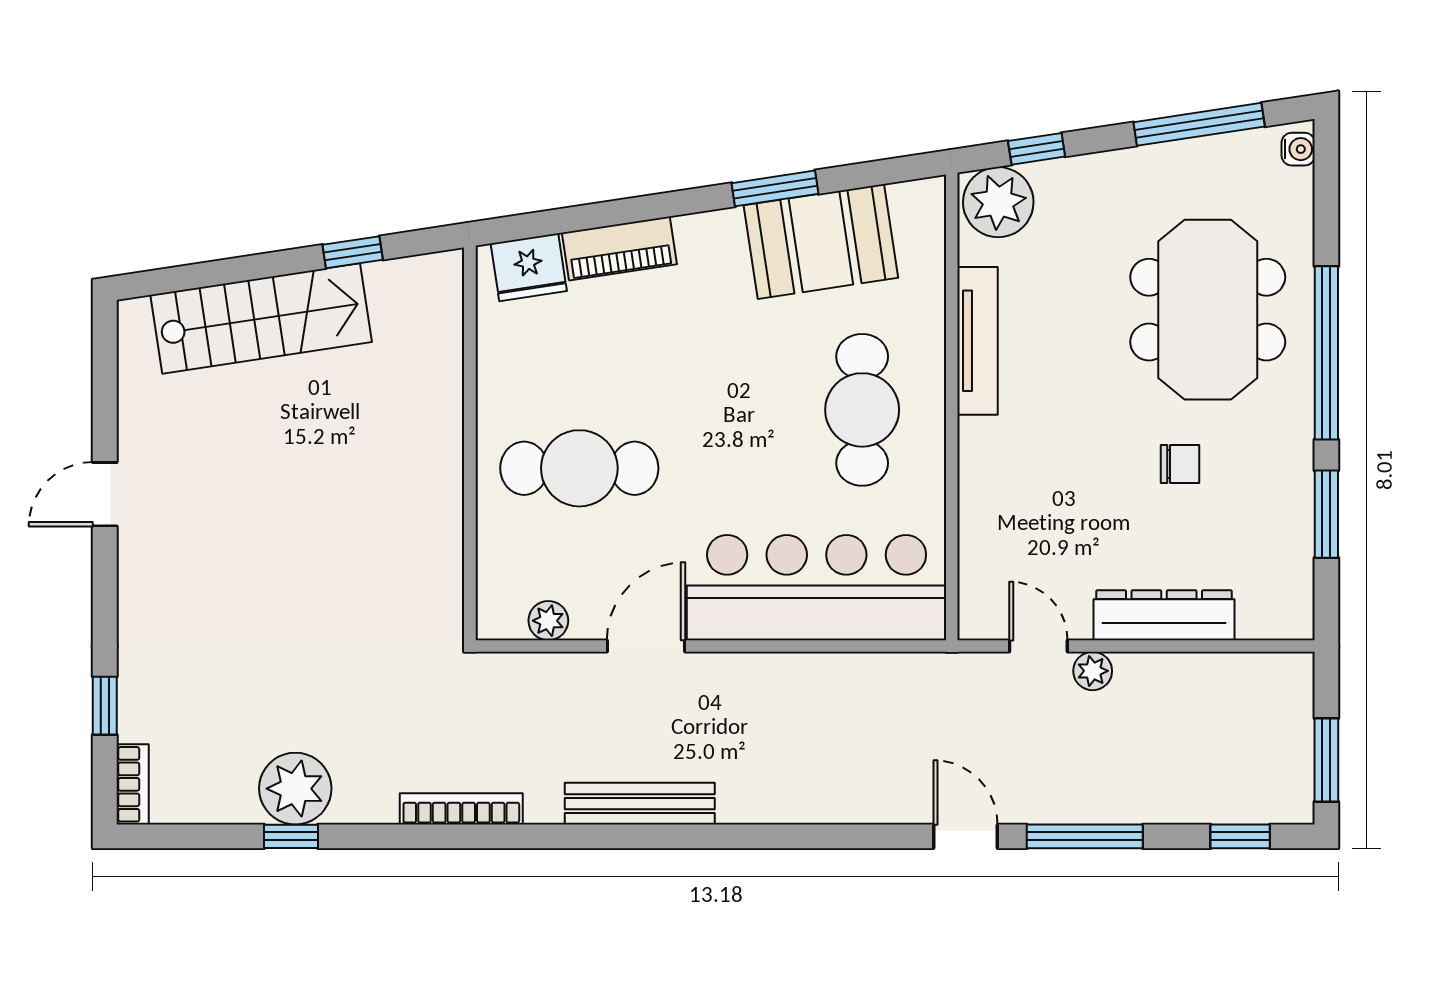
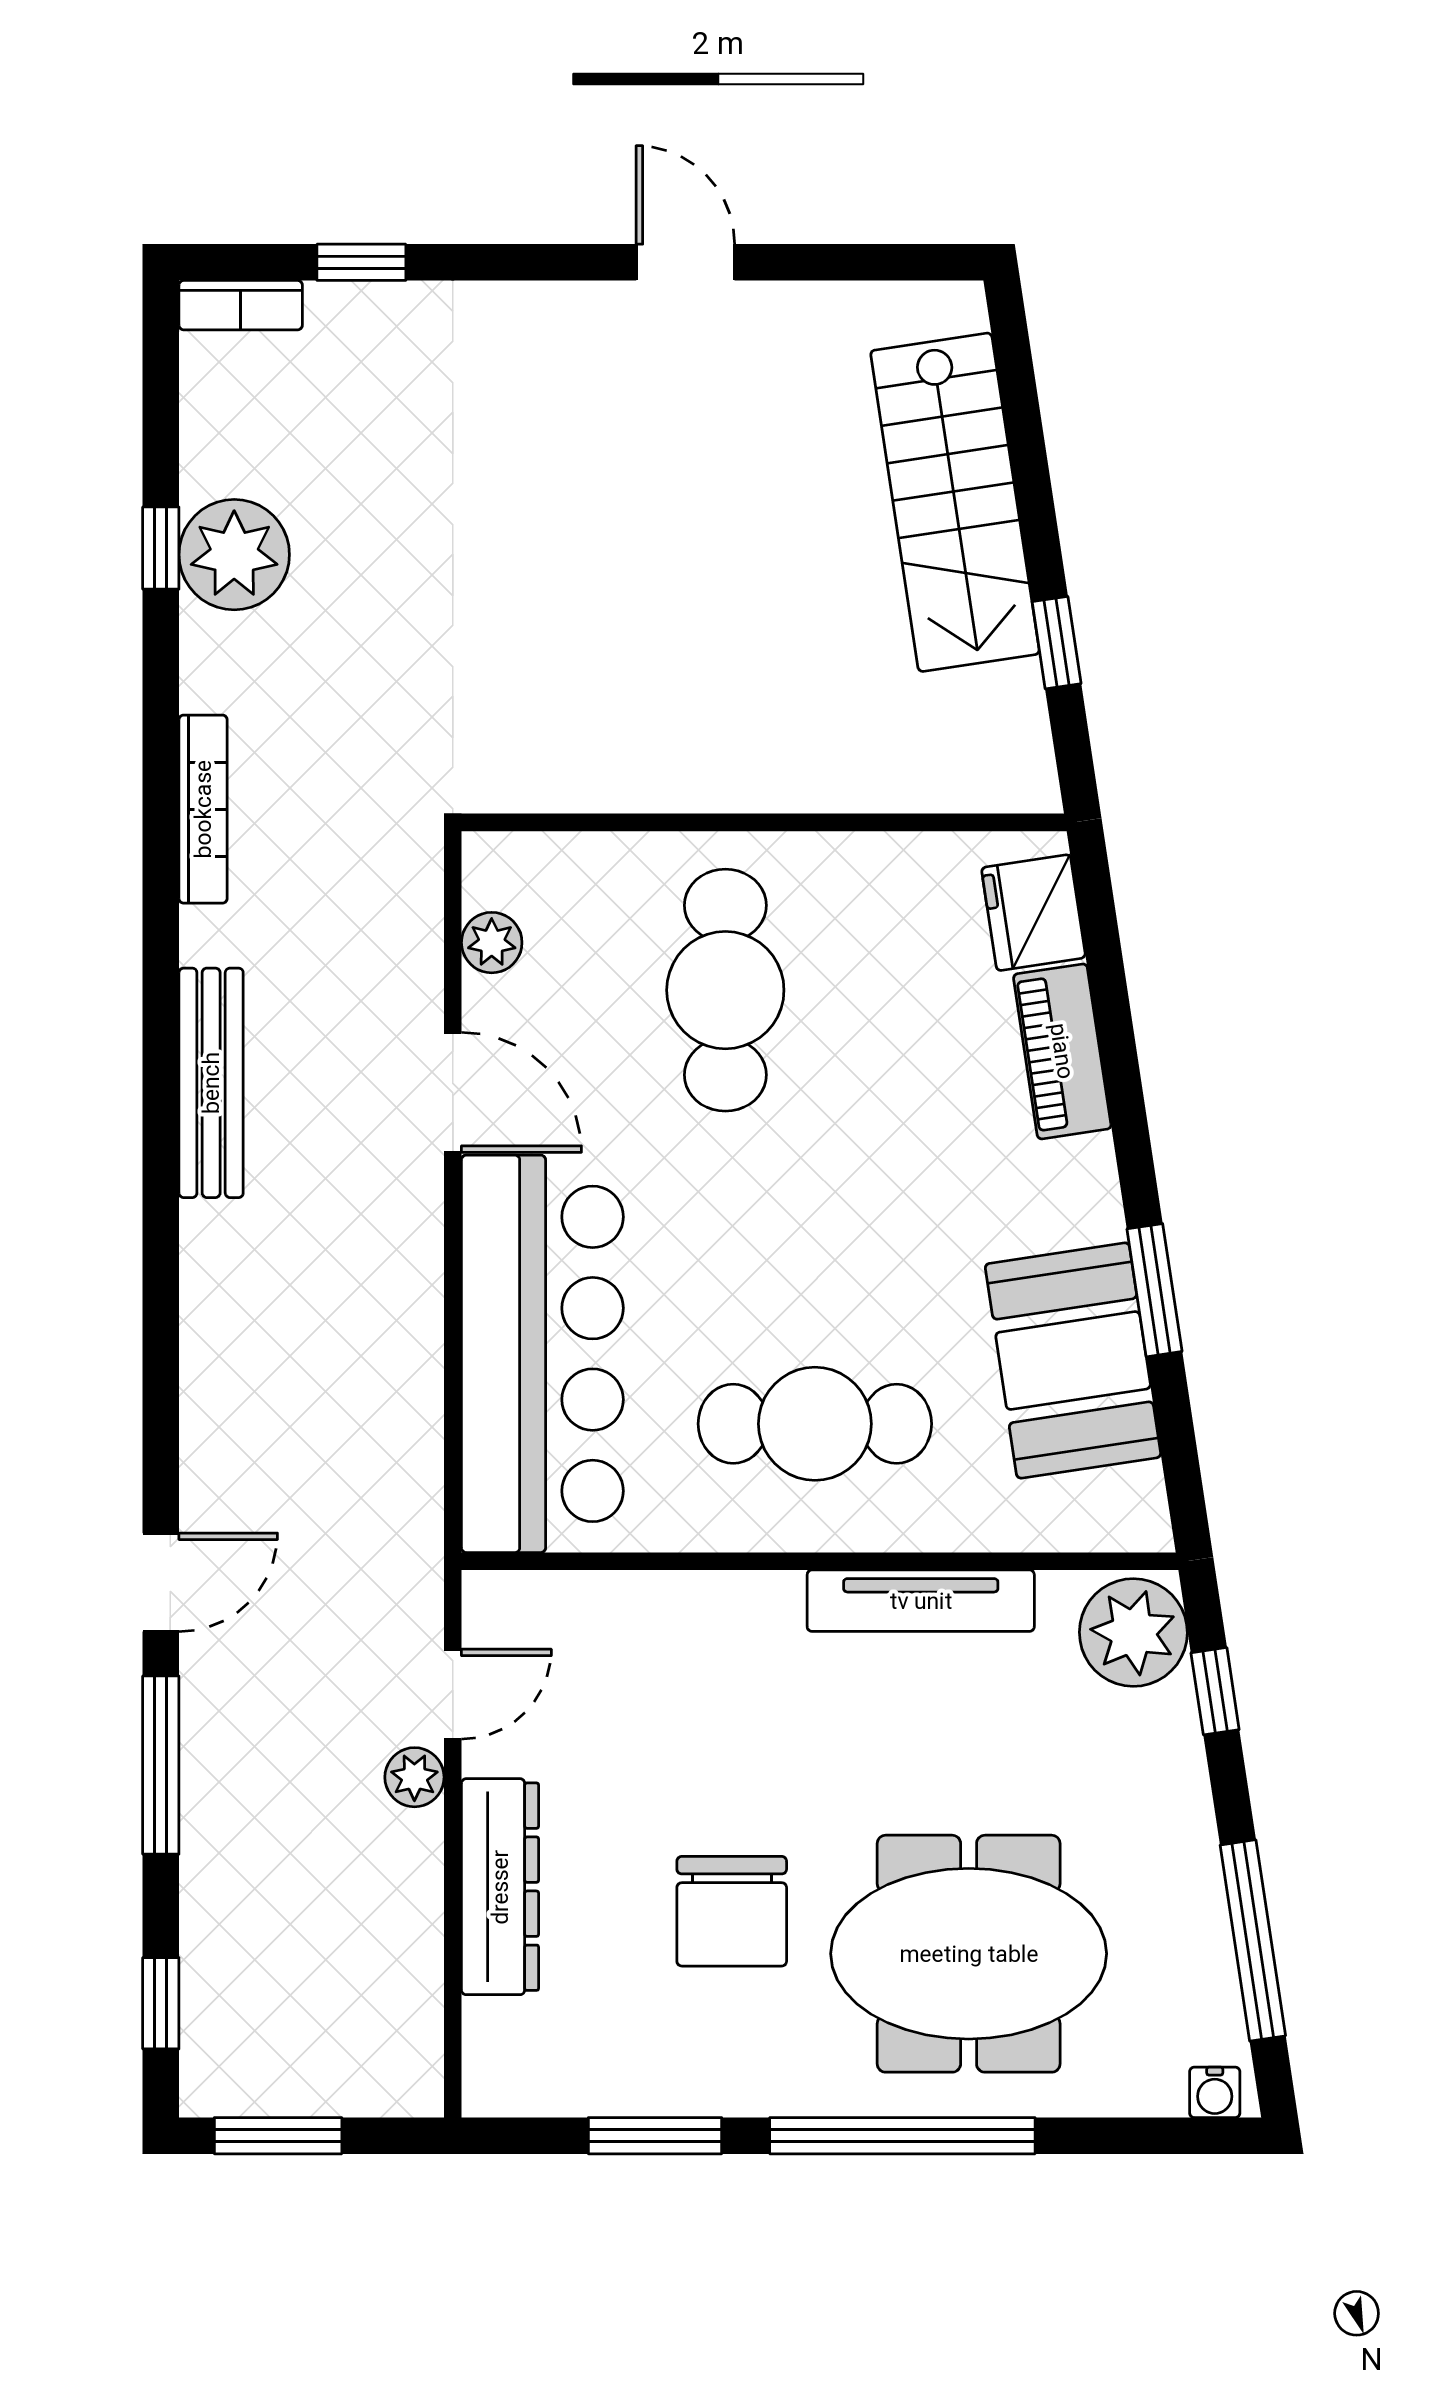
chair: (1180, 464) -> (732, 1911), width x1.87, depth x1.87

